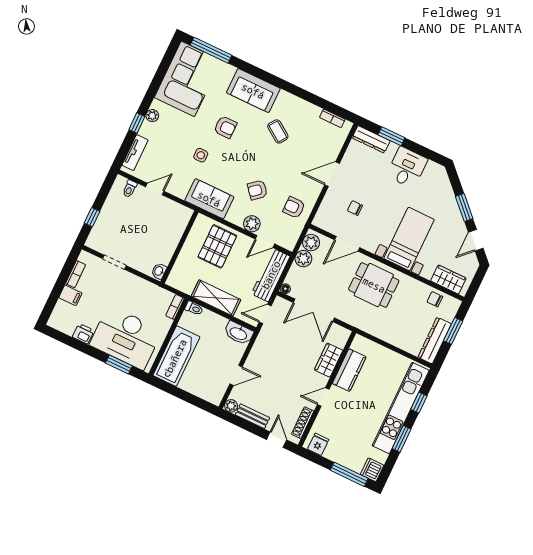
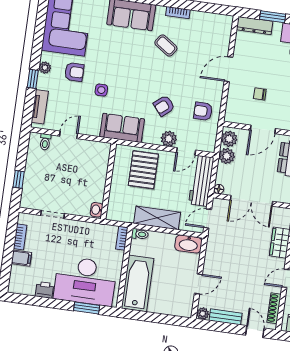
bookcase: (332, 118) -> (178, 13), moved
armchair: (225, 127) -> (74, 72), moved

